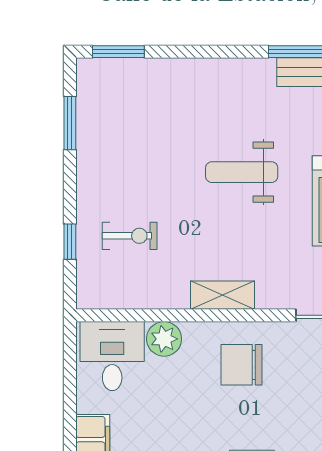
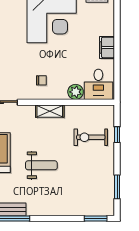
exercise bike: (130, 236) -> (91, 137), width x1.38, depth x1.39
chair: (242, 365) -> (41, 80), width x0.54, depth x0.54

